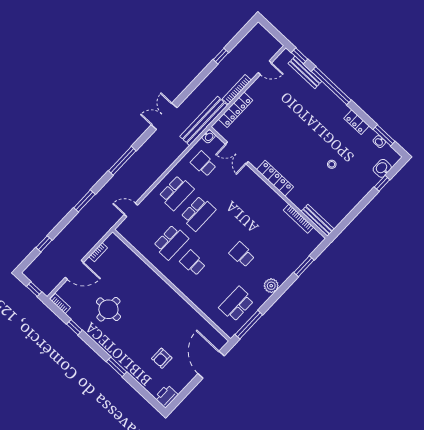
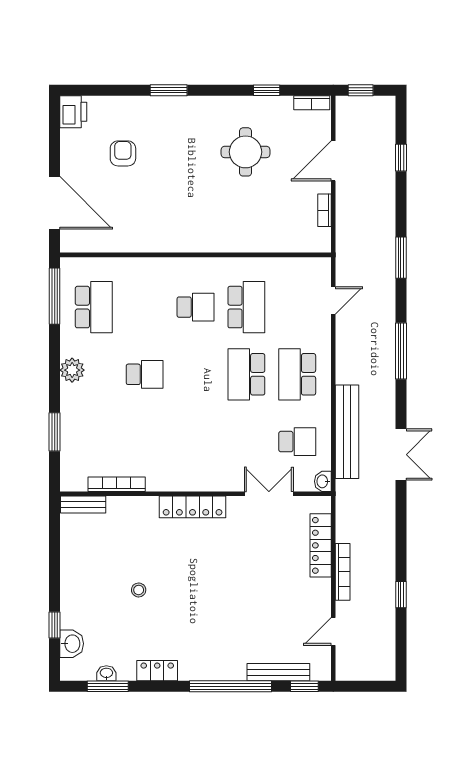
bench: (204, 121) -> (347, 432), moved
bench: (317, 220) -> (83, 504), width x0.73
school desk: (171, 242) -> (246, 307), turned 180

